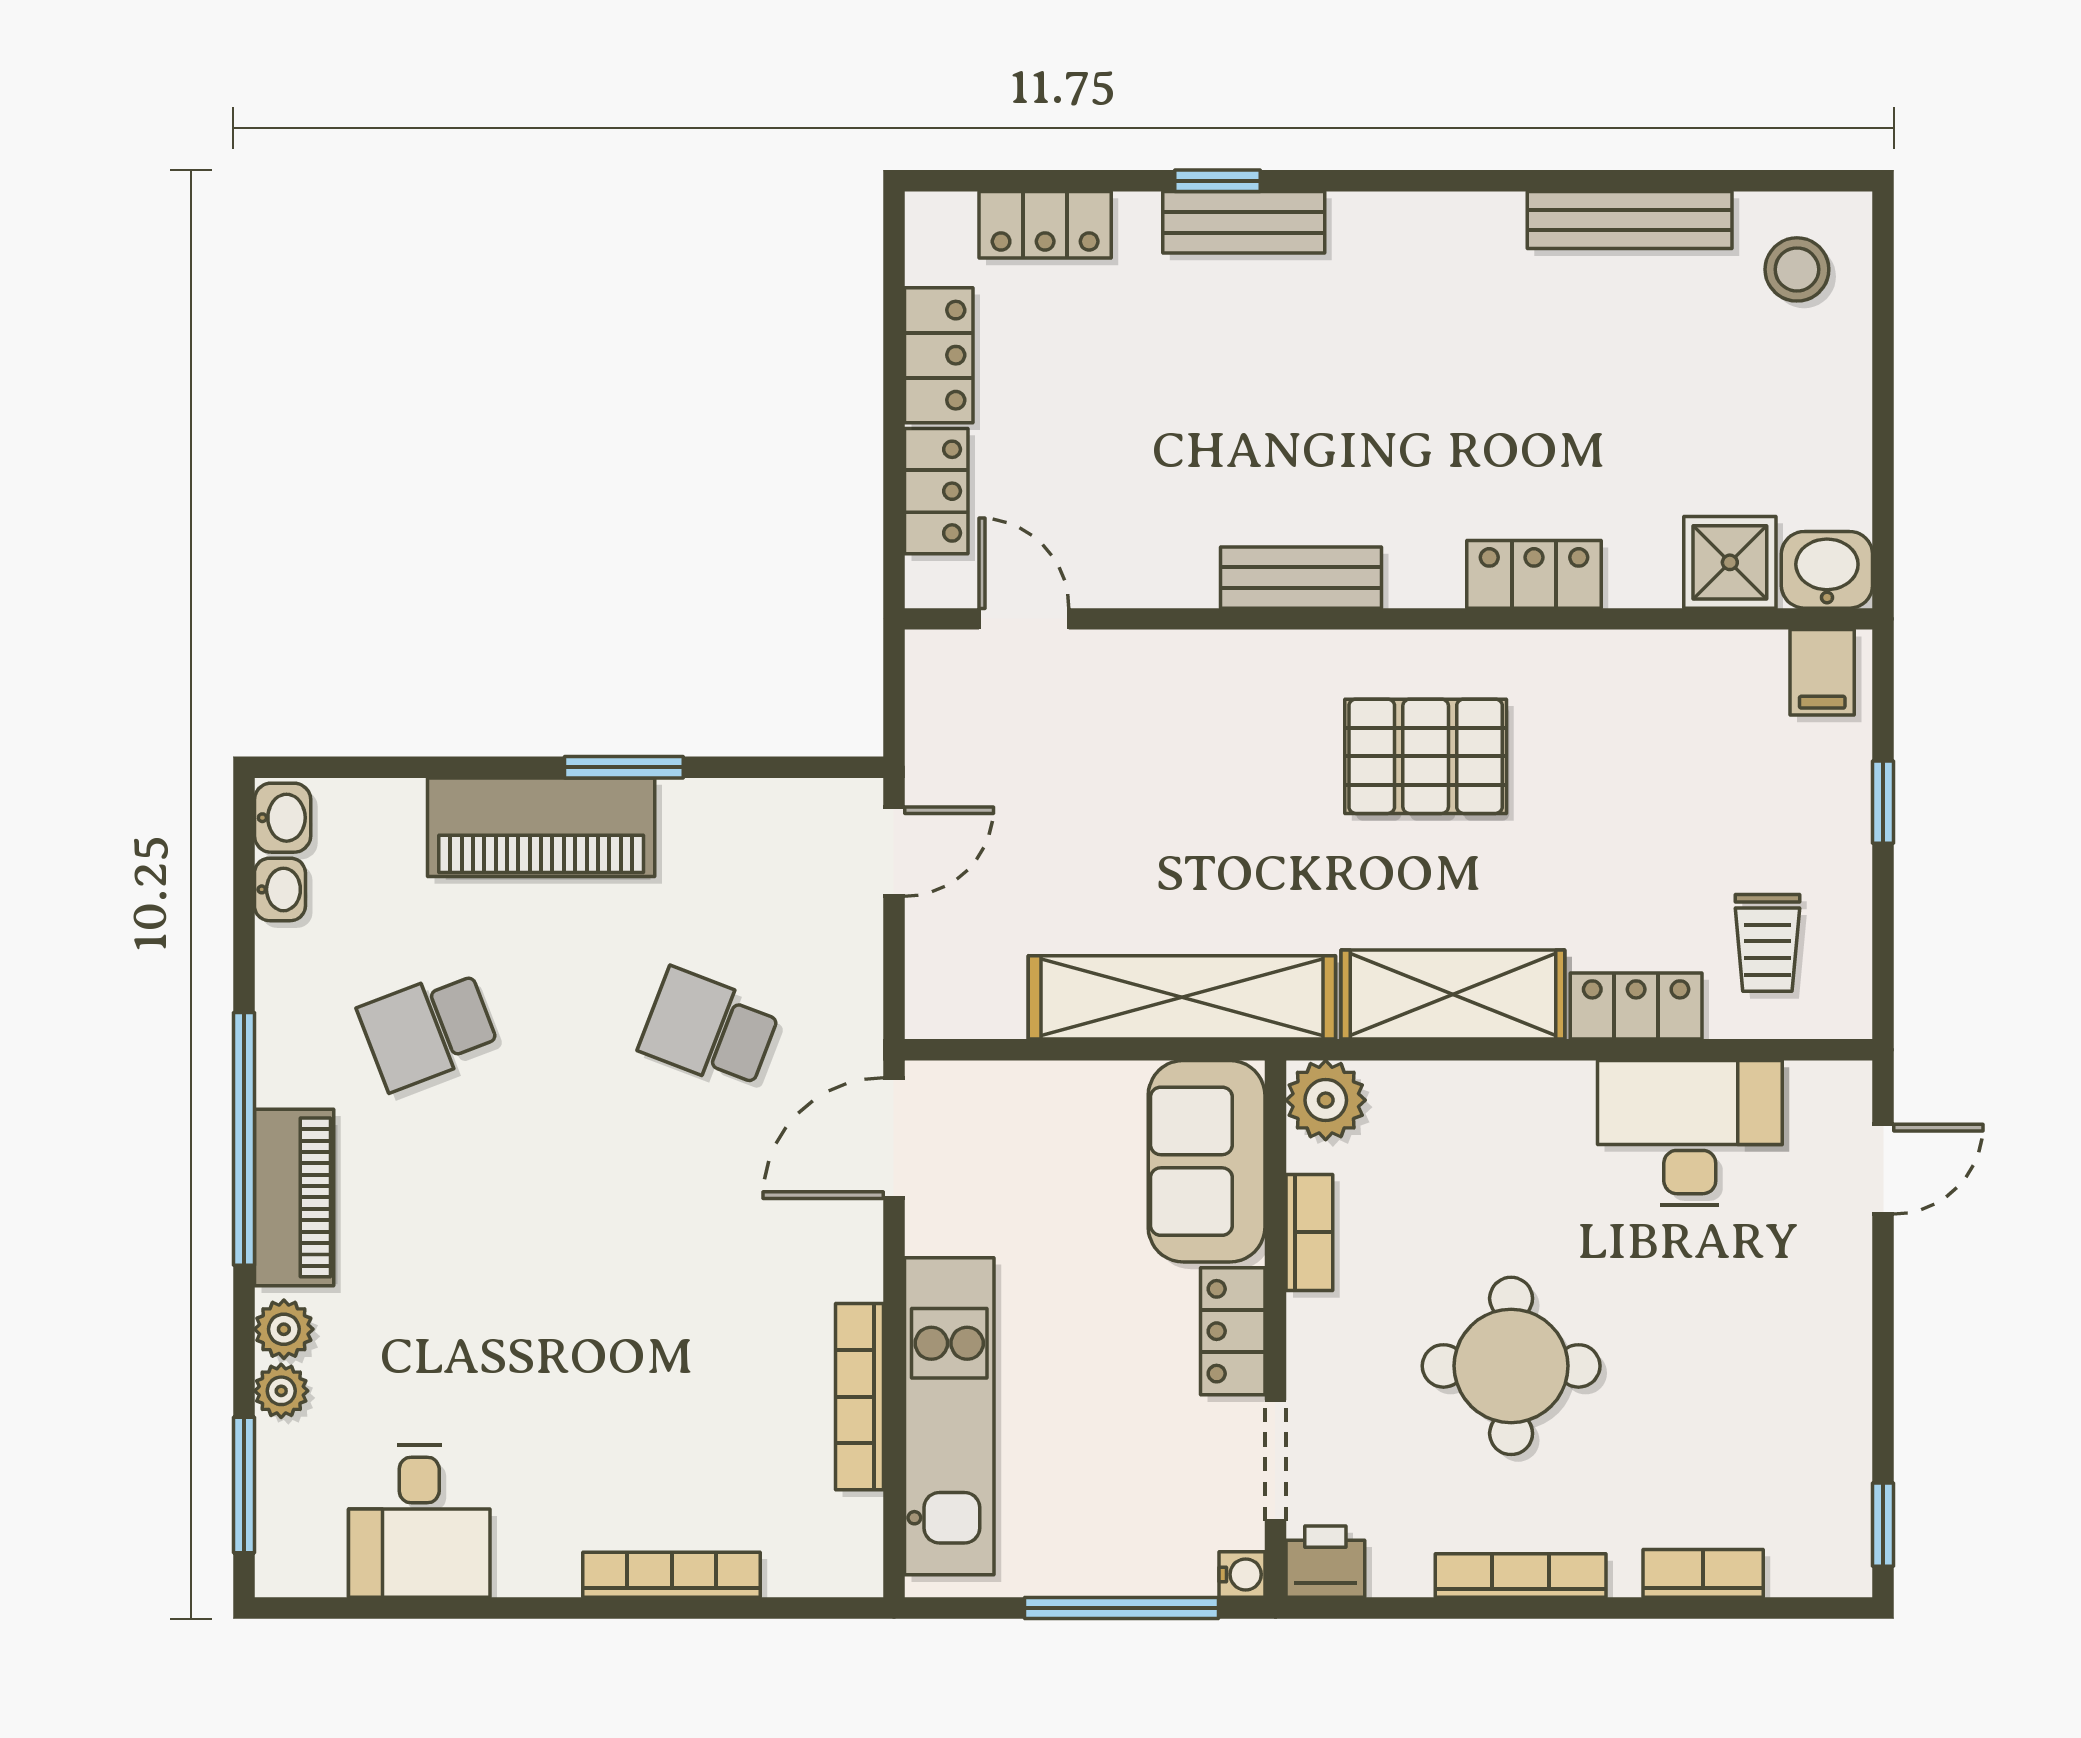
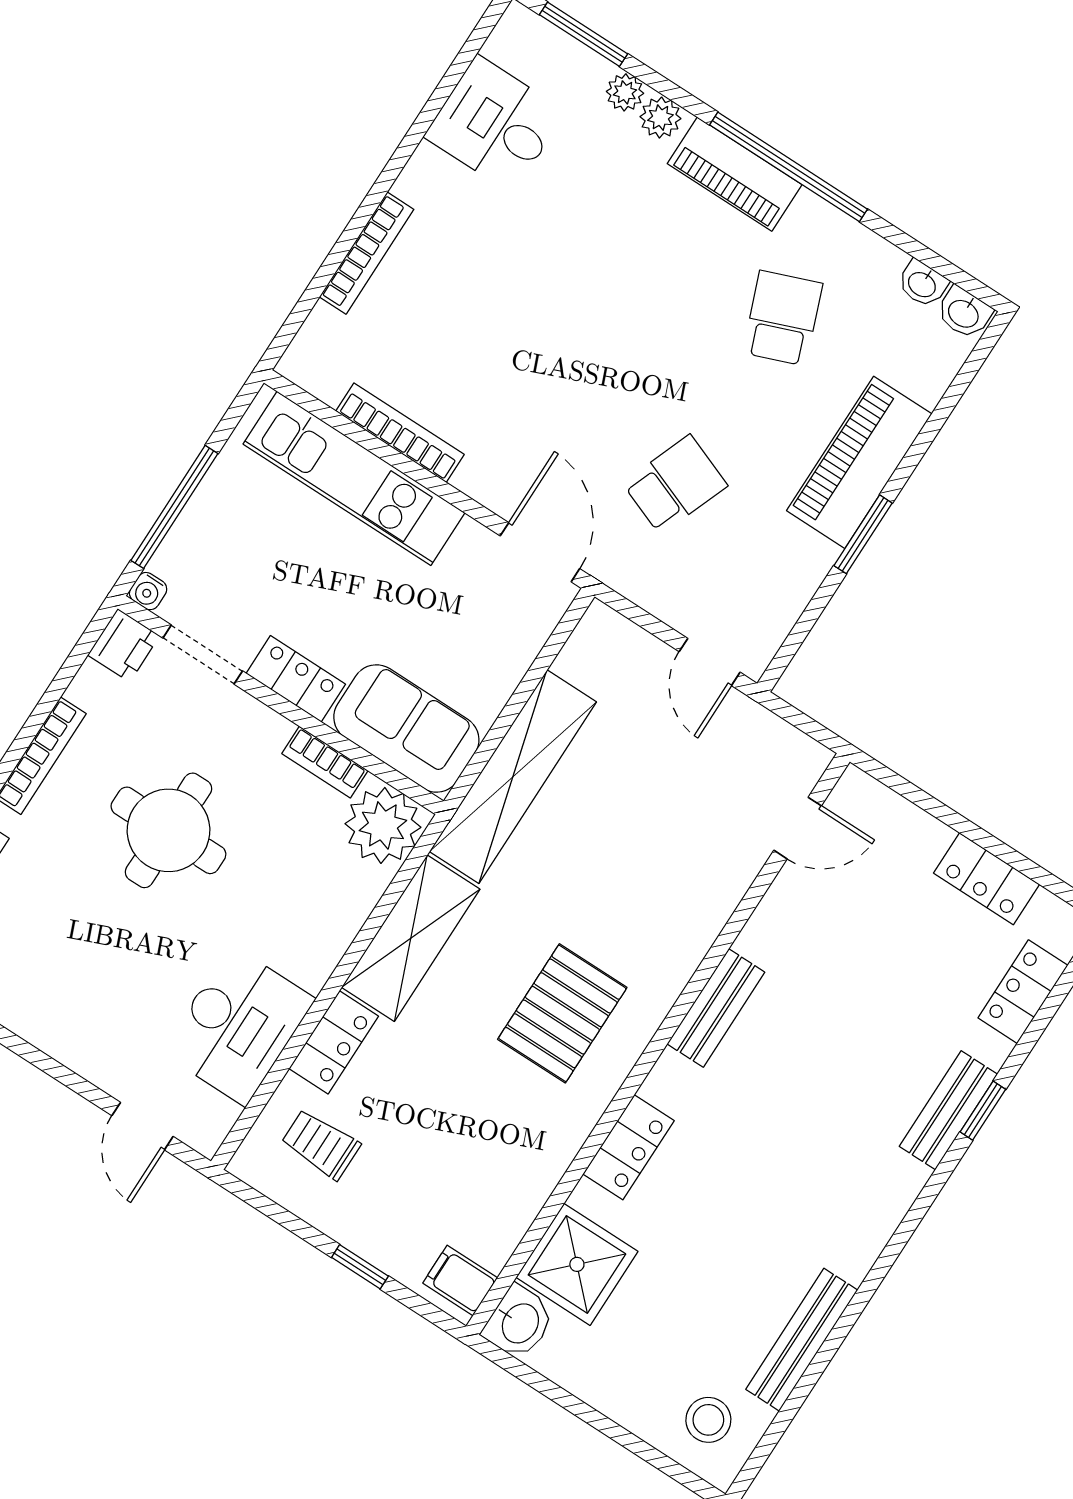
locker: (936, 491) -> (907, 825), removed
shower: (1730, 562) -> (577, 1264), width x1.36, depth x1.36
plant: (1326, 1100) -> (383, 825), width x1.36, depth x1.36

